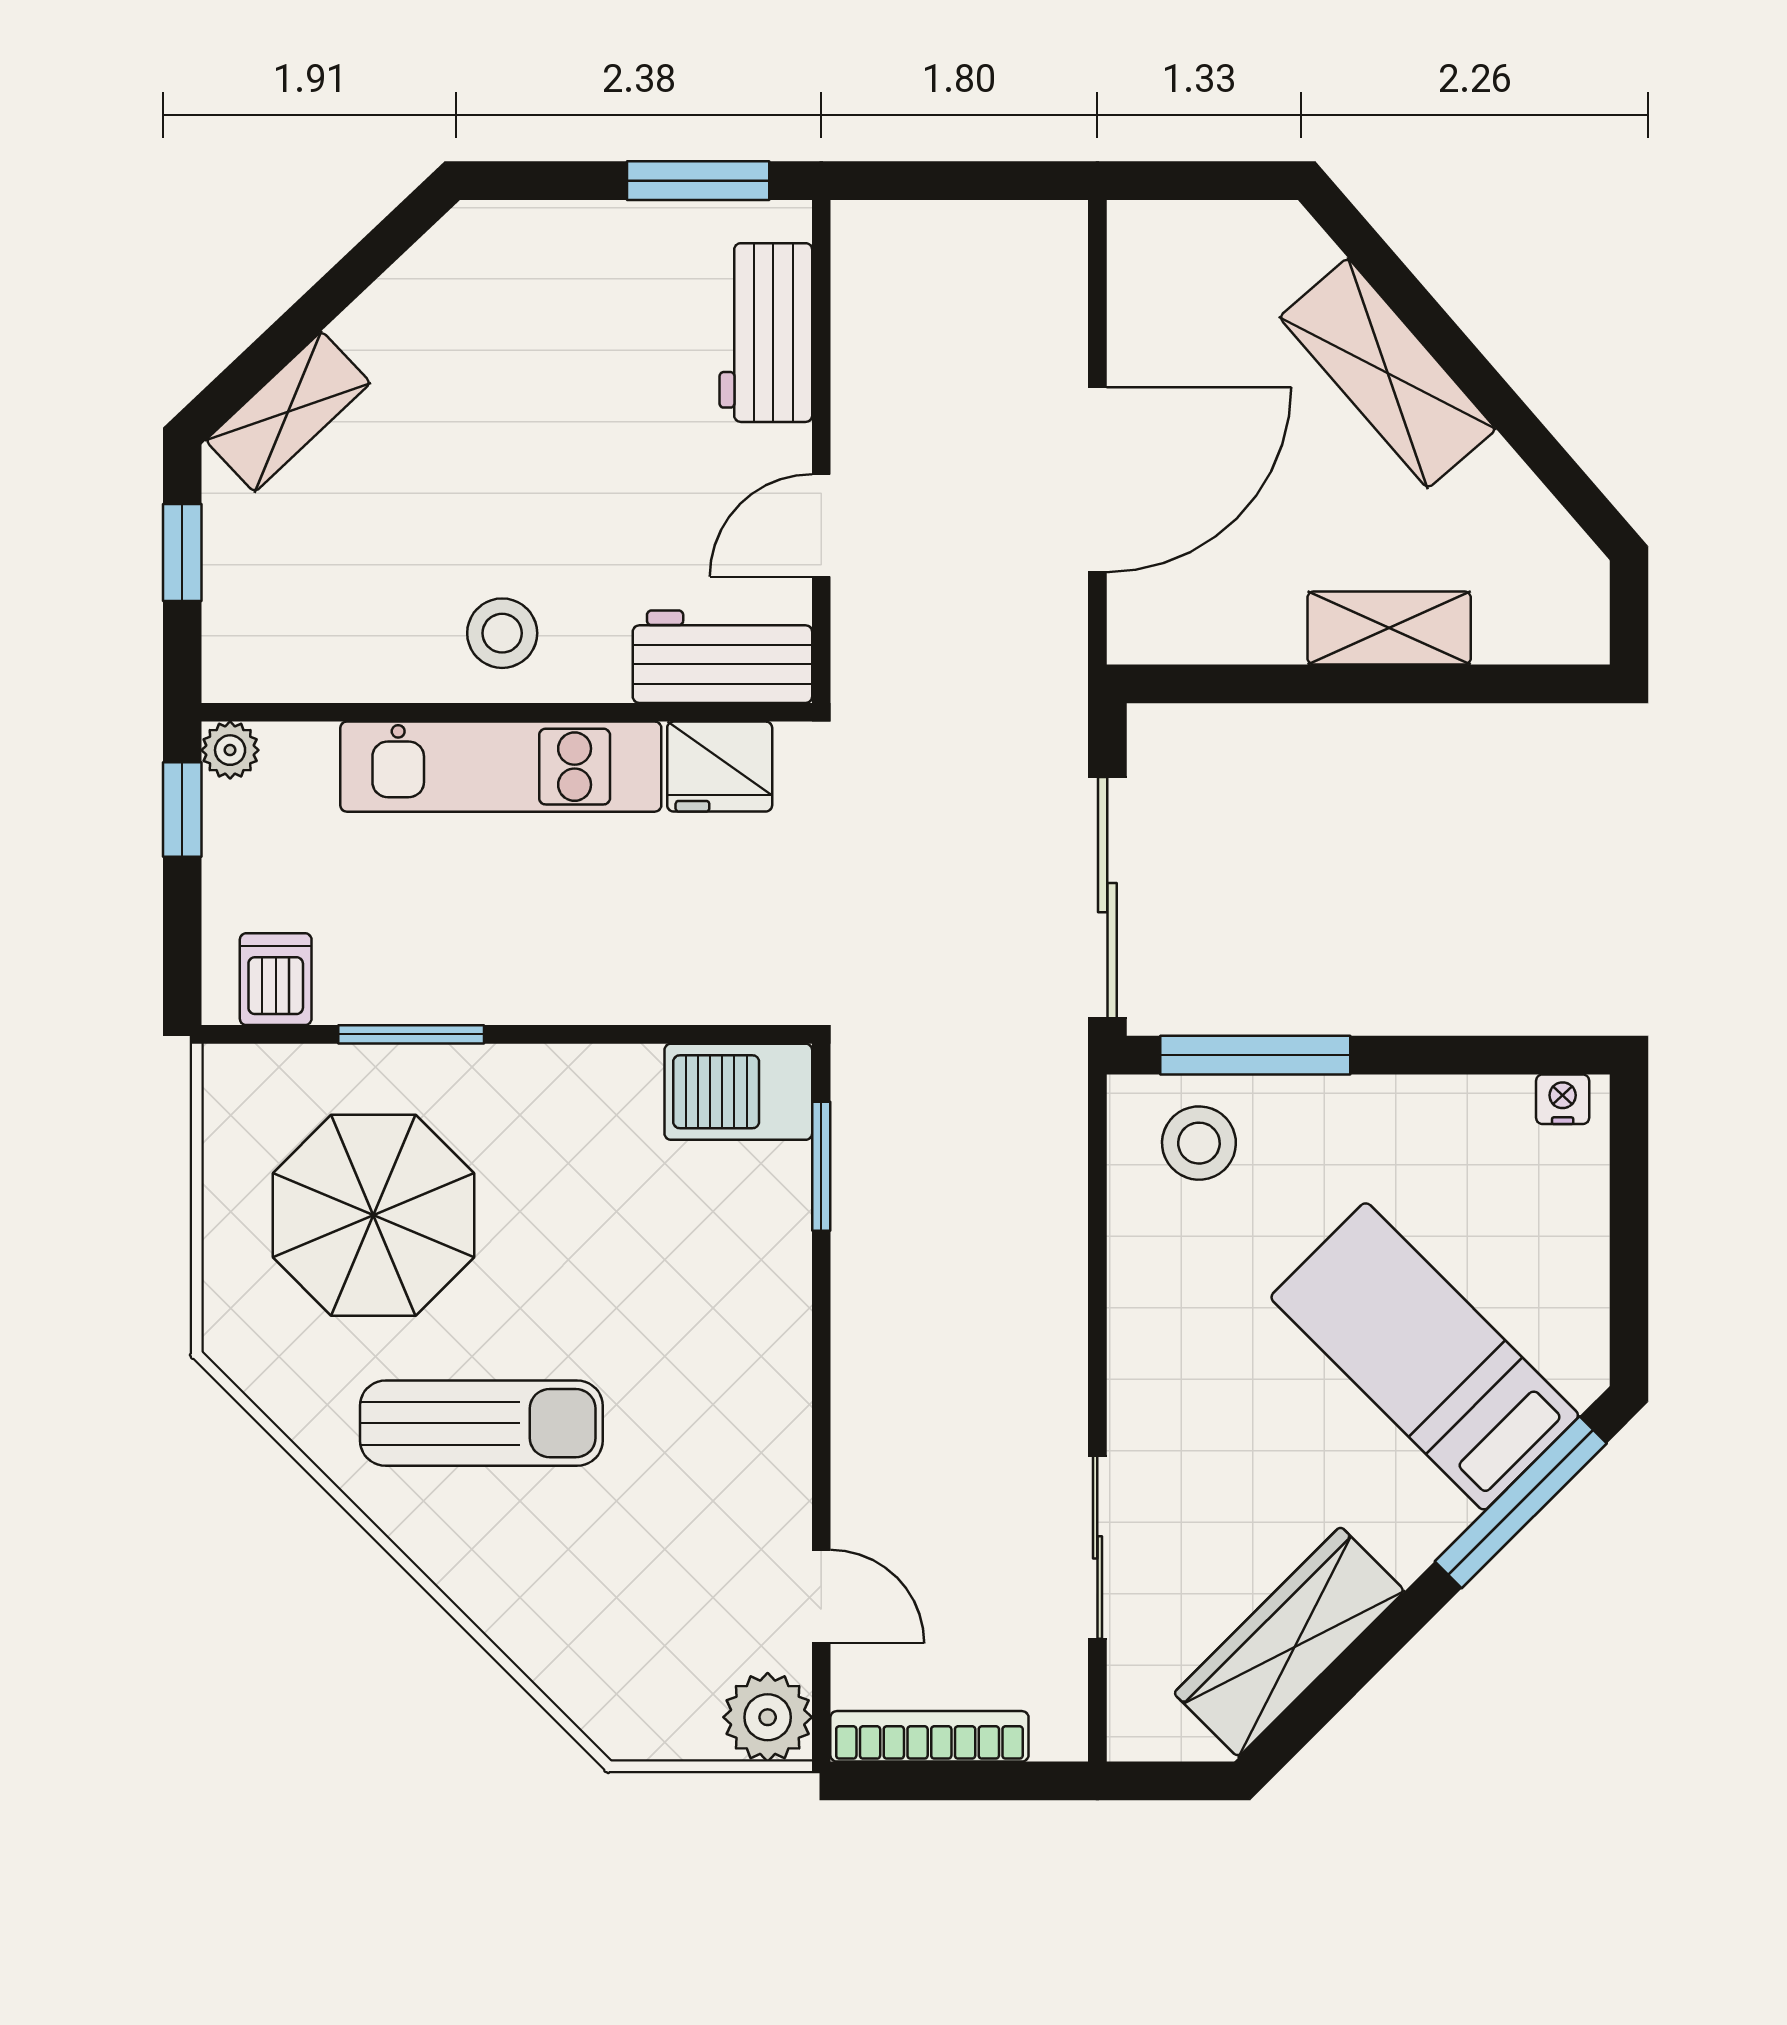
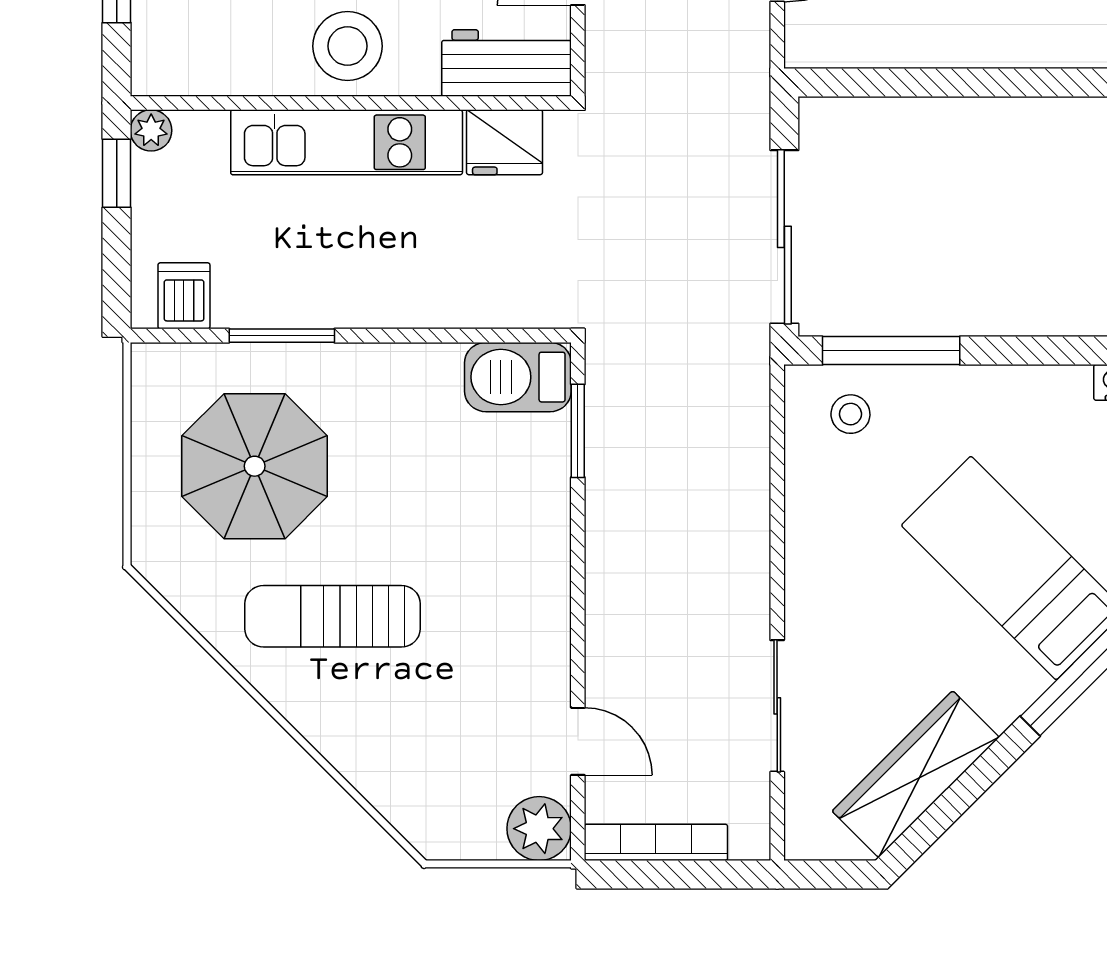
shelving: (1389, 628) -> (988, 42), removed
stool: (502, 633) -> (348, 46), width x1.38, depth x1.38
stool: (1199, 1143) -> (850, 414), width x0.73, depth x0.73
sun lounger: (481, 1423) -> (332, 616), turned 180

